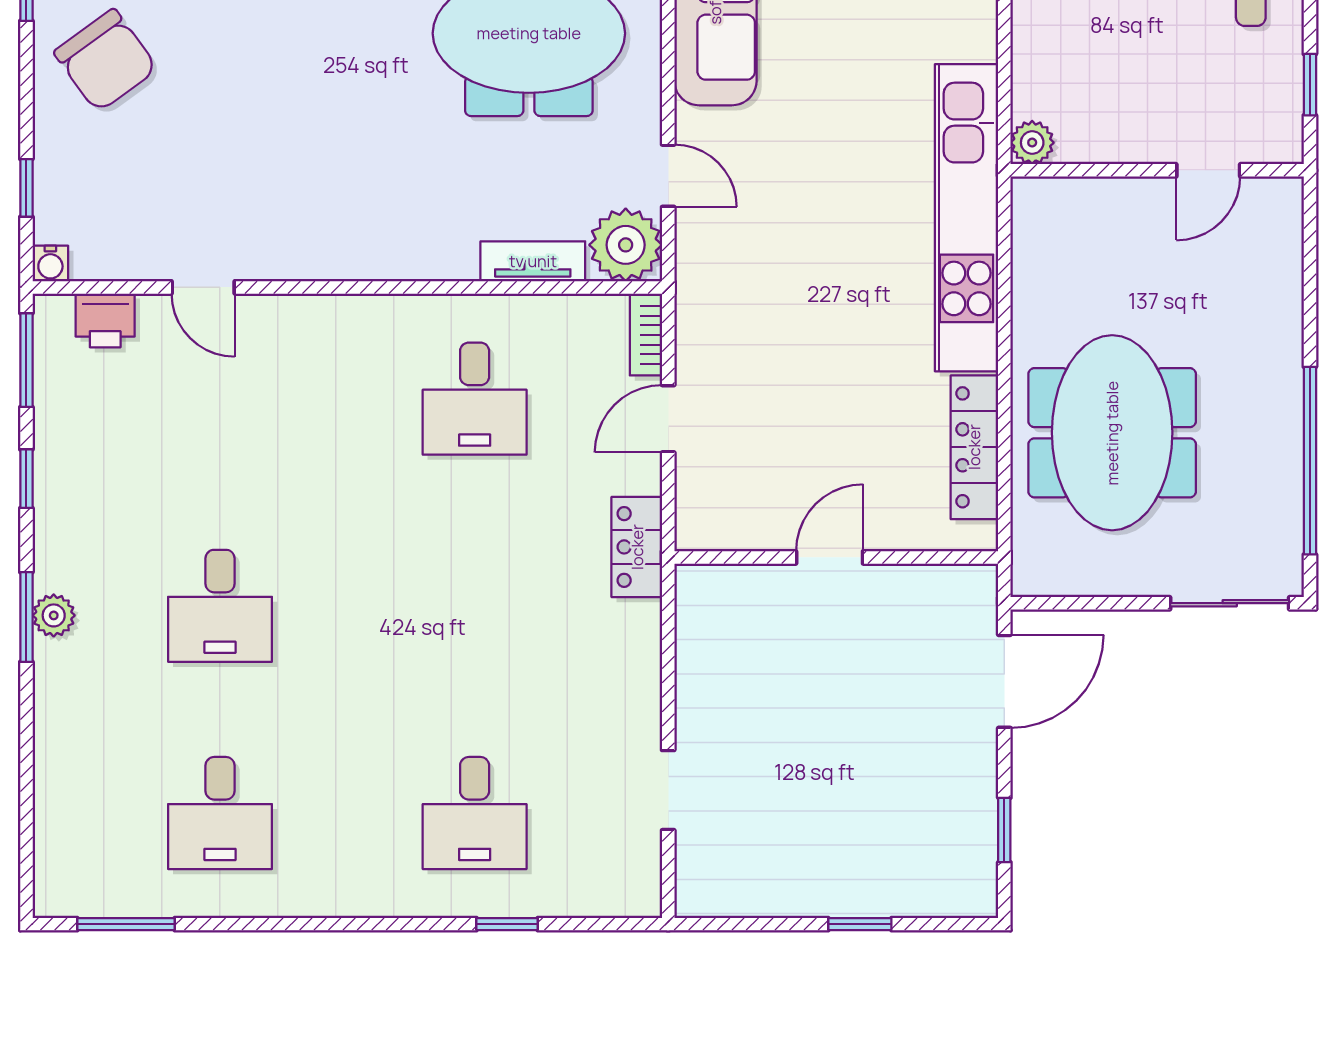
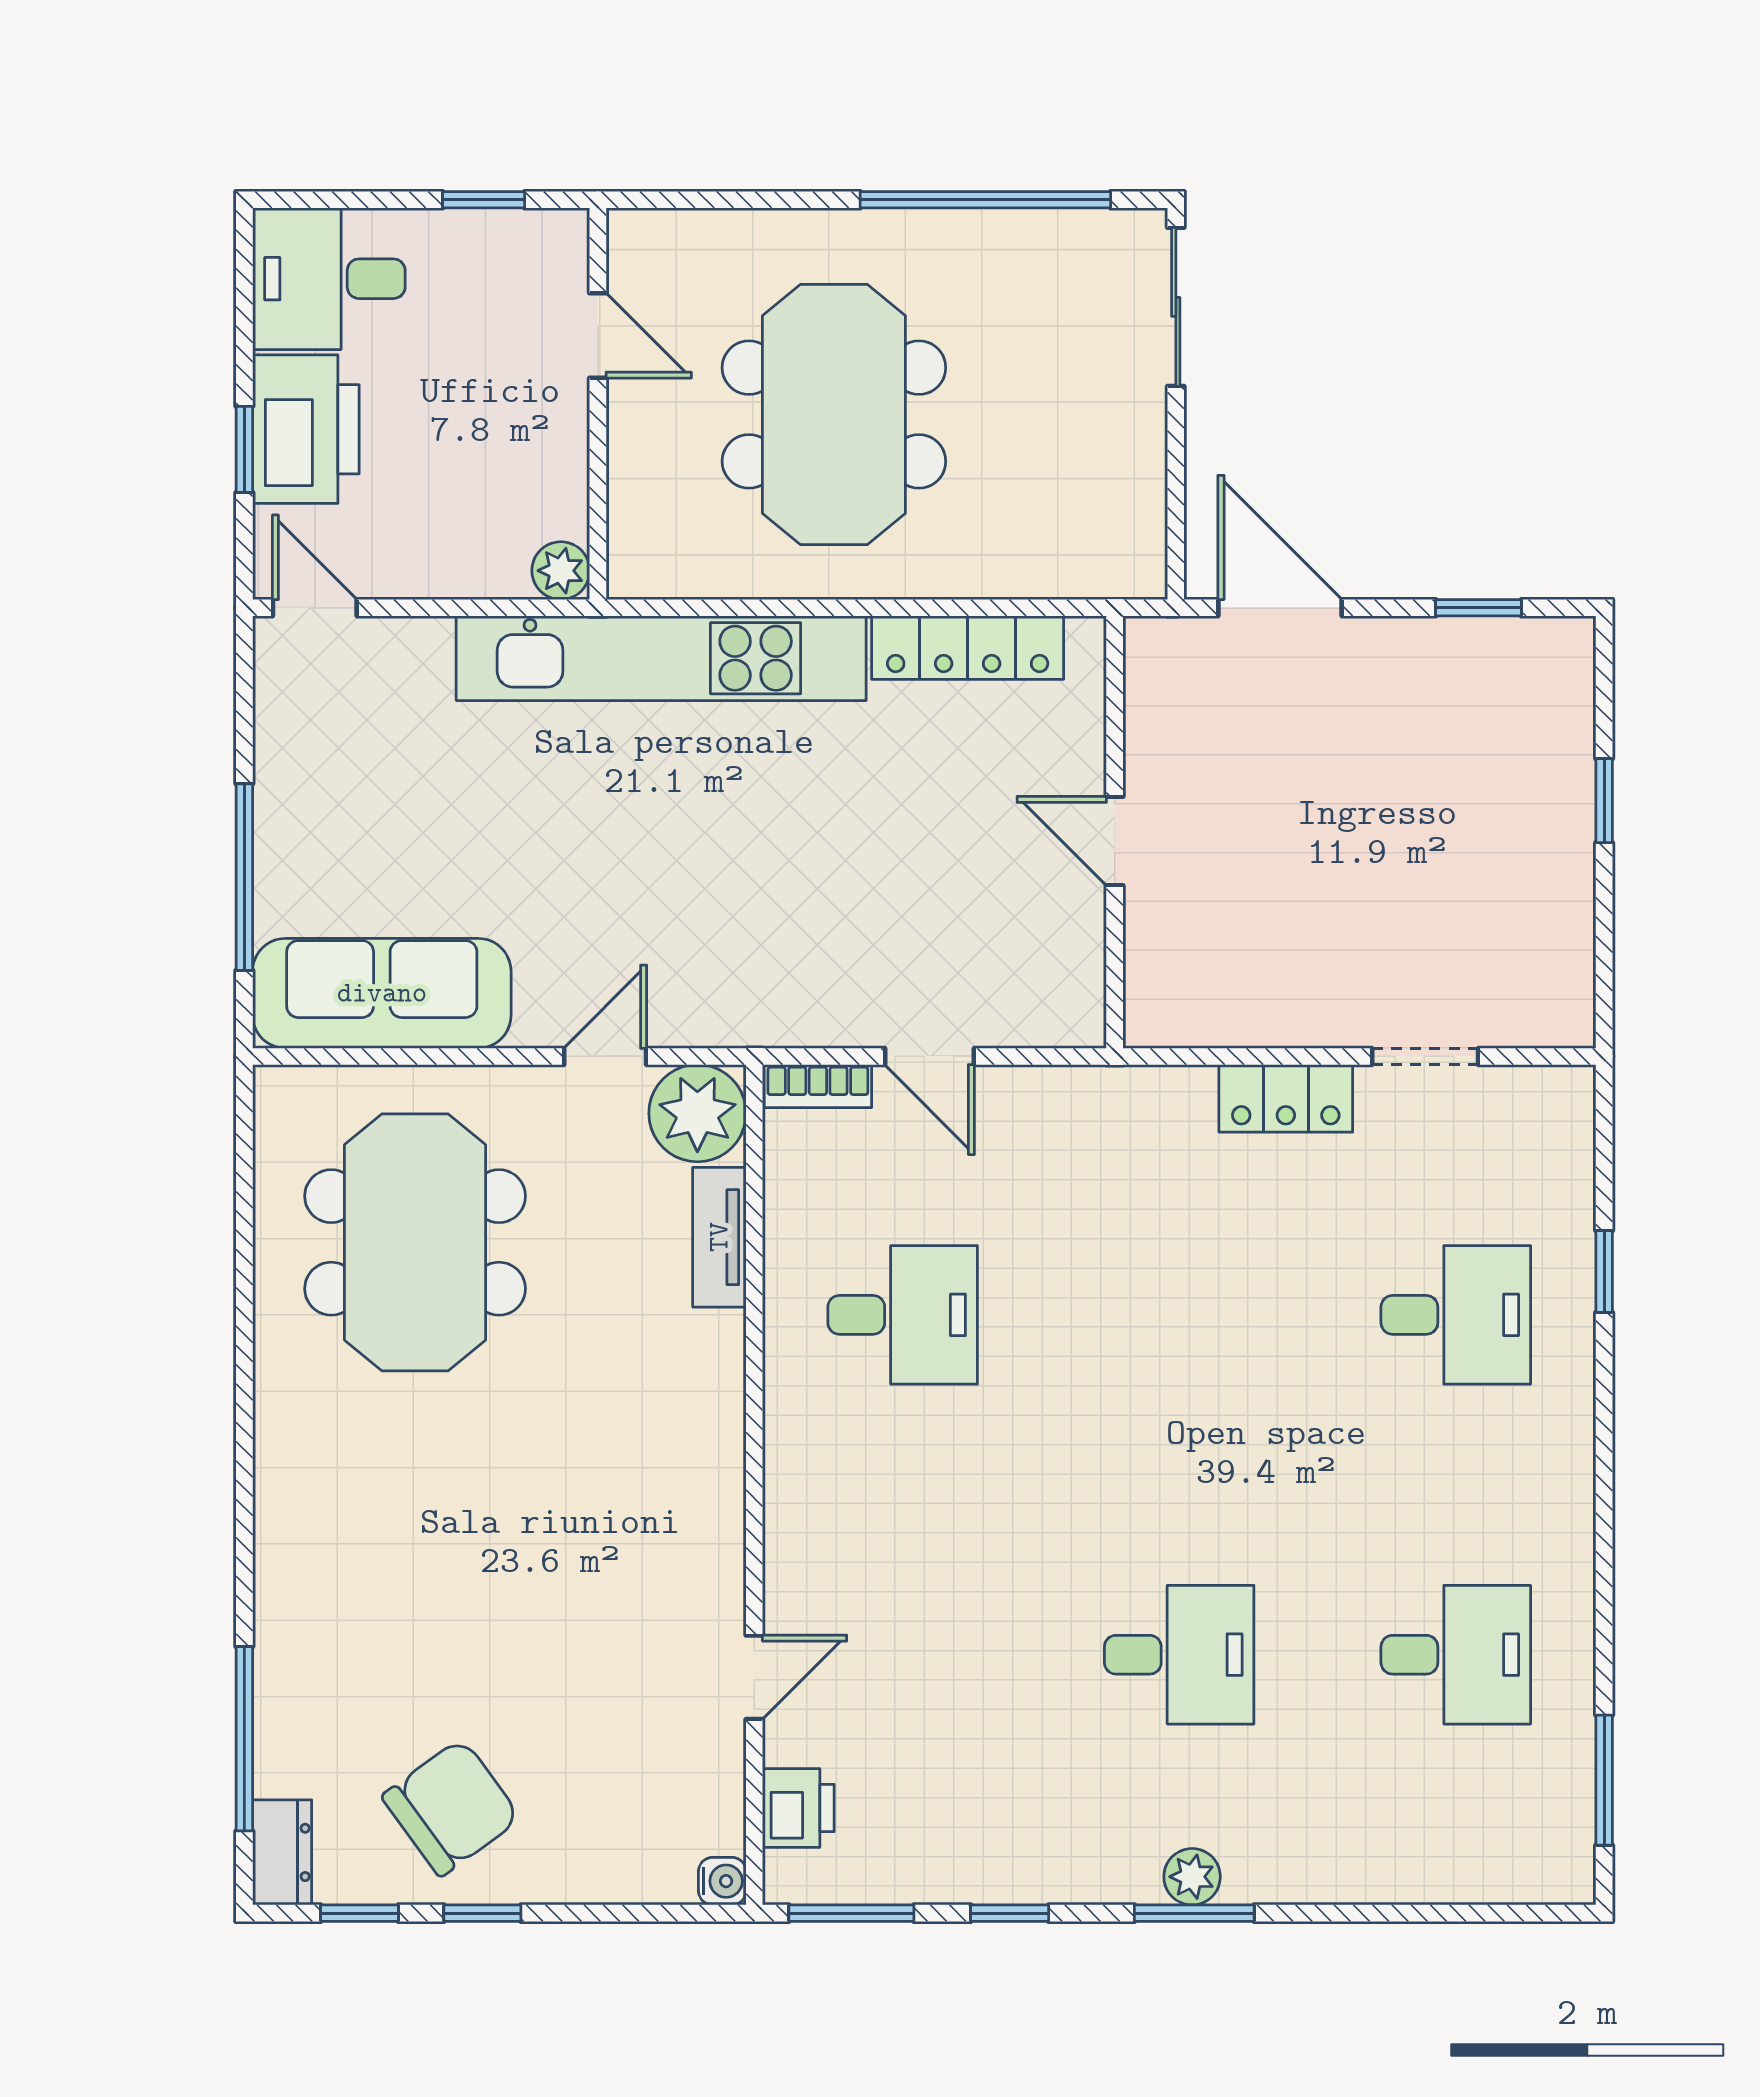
window: (26, 188) -> (482, 1913), moved
meeting table: (1112, 433) -> (834, 414), moved, turned 90
locker: (637, 547) -> (1286, 1098), moved

